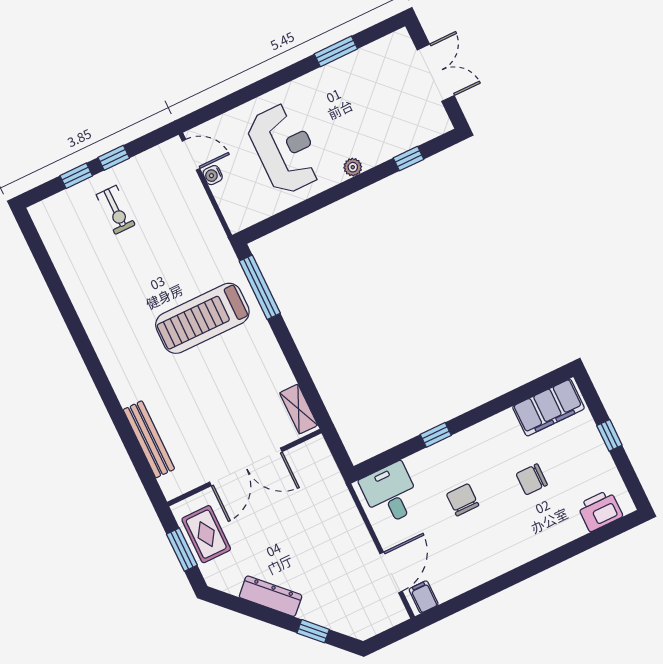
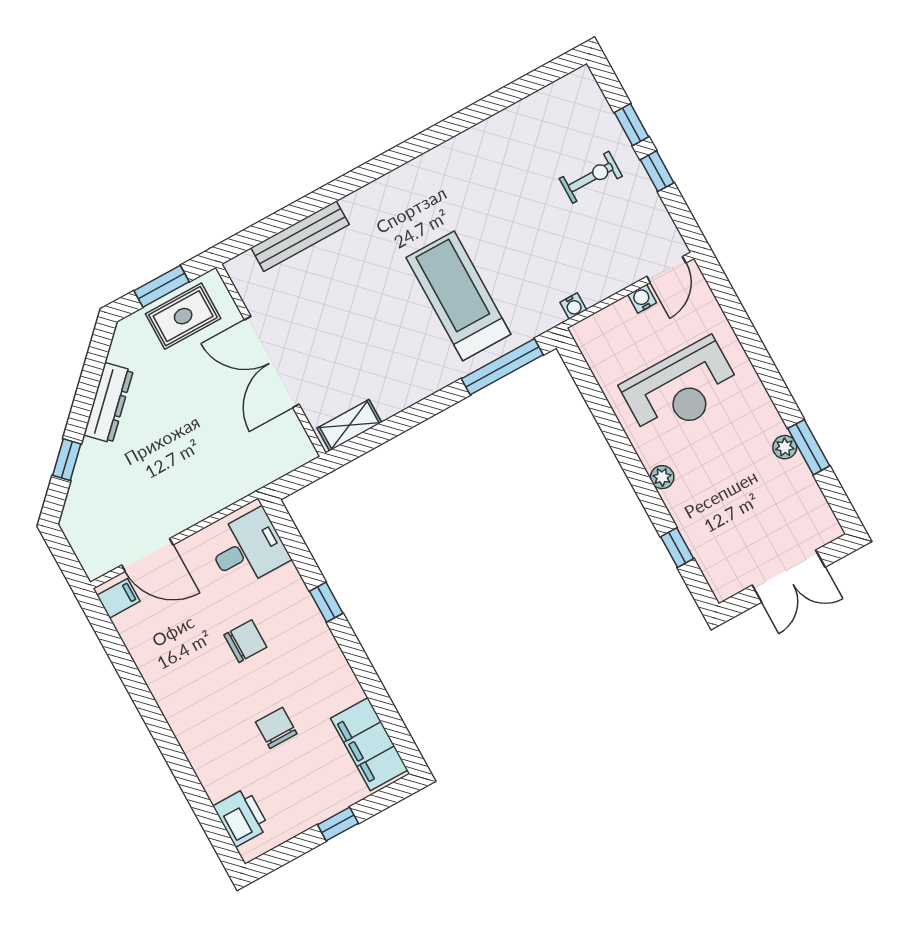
plant: (335, 70) -> (785, 447), added
exercise bike: (116, 210) -> (591, 177), turned 180
water cooler: (215, 229) -> (573, 306), added

